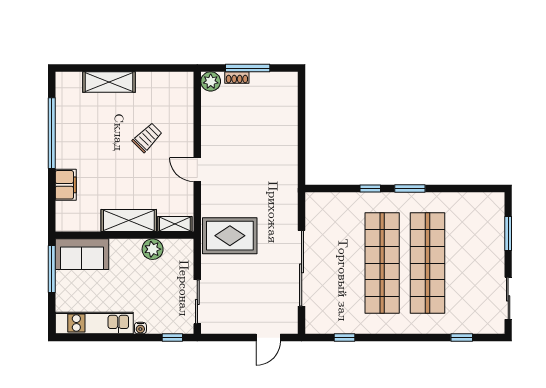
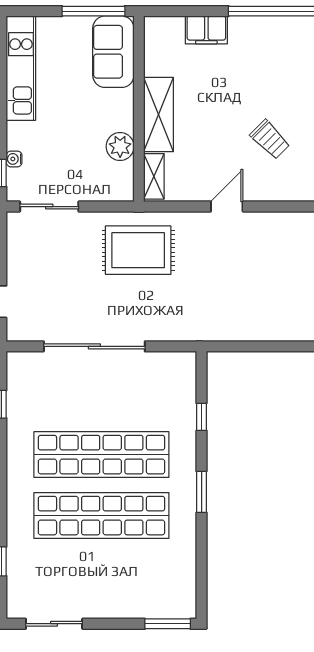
window: (370, 188) -> (202, 417), moved
window: (508, 233) -> (168, 624), moved
rug: (230, 236) -> (138, 250), turned 90
water cooler: (140, 328) -> (14, 159), moved

